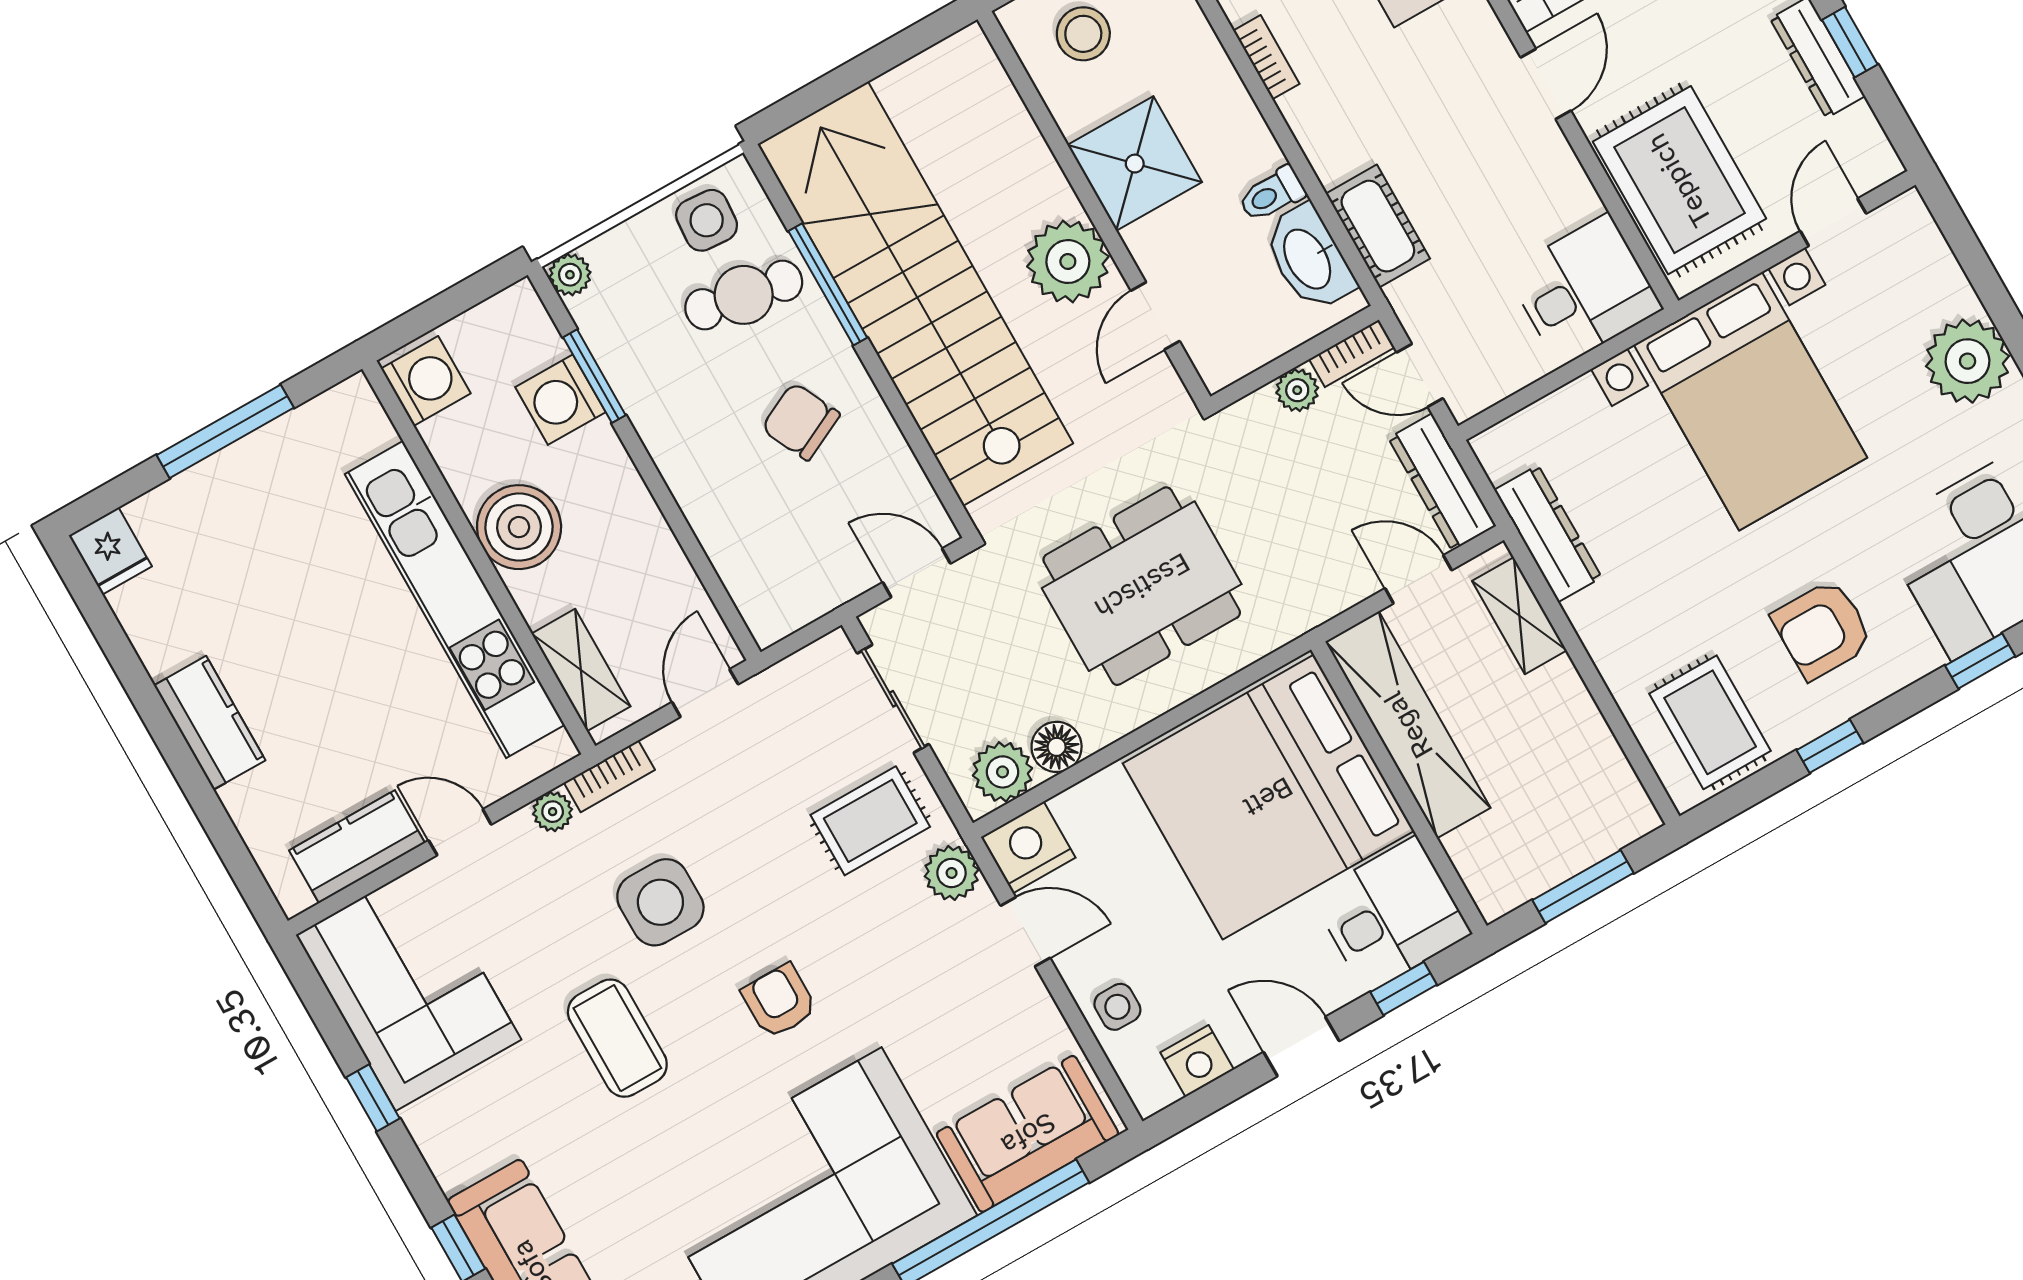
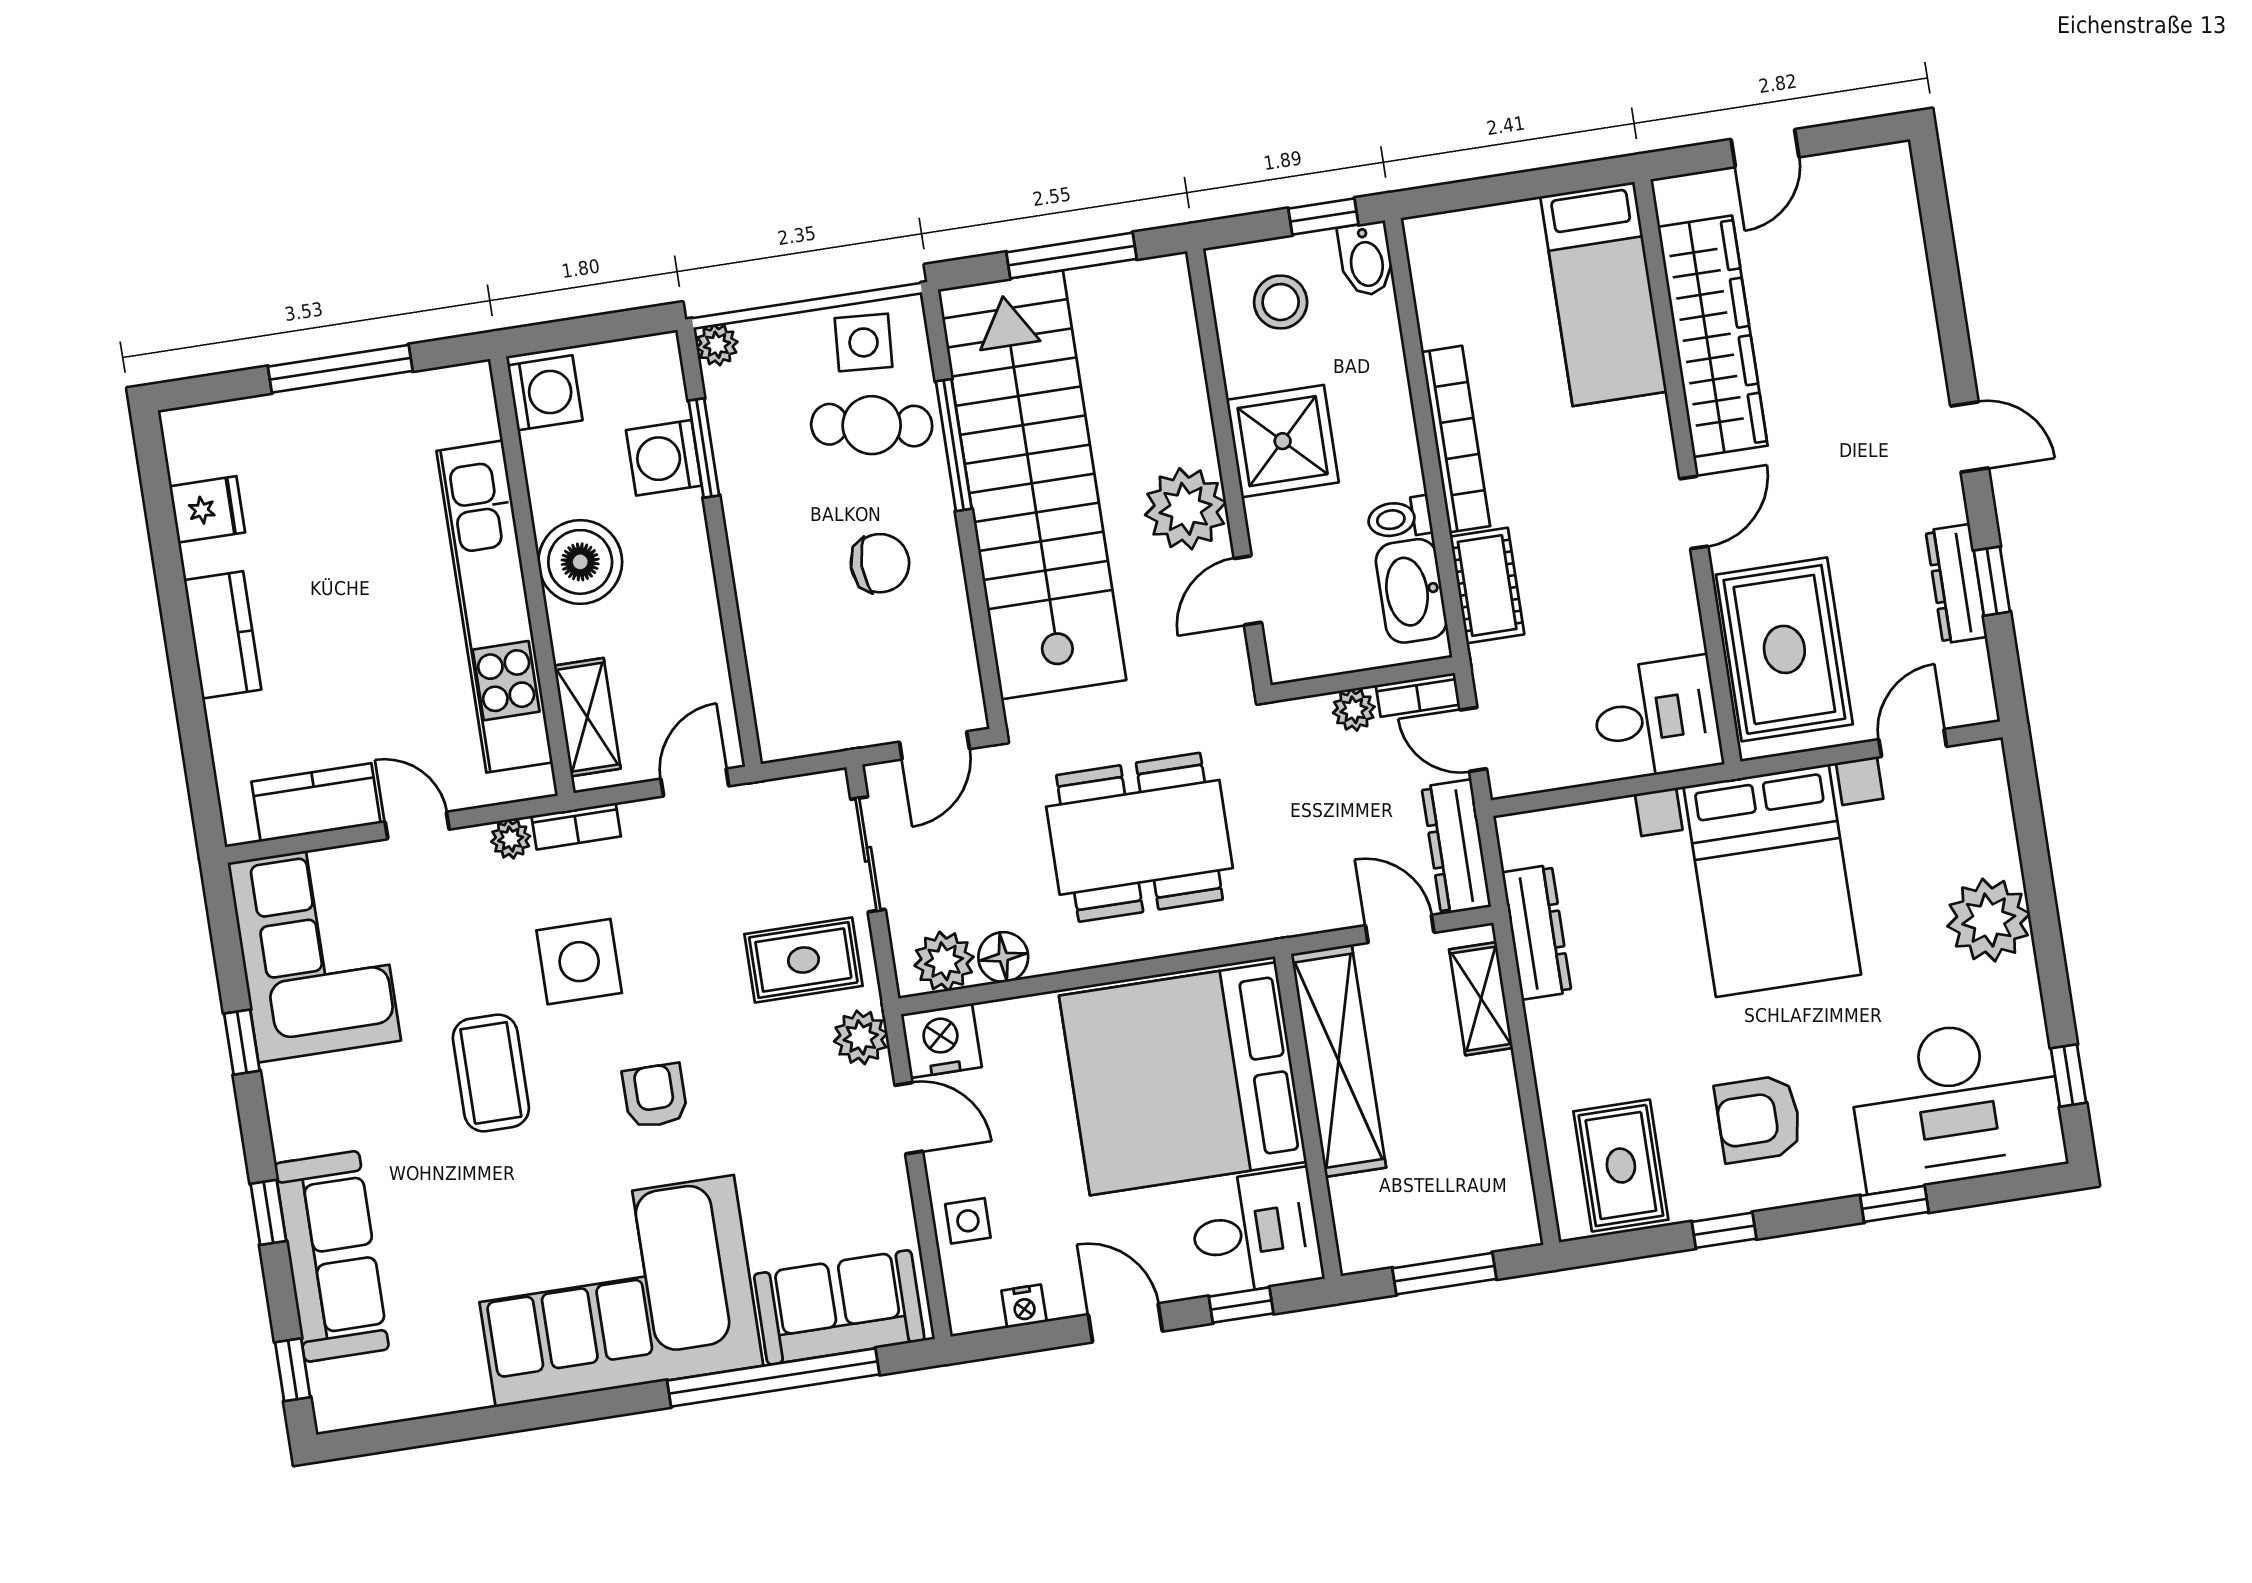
bookcase: (1266, 57) -> (1456, 439), width x2.31, depth x1.31
window: (871, 65) -> (1071, 256), added
chair: (801, 421) -> (880, 563), turned 116
fridge: (110, 551) -> (207, 509), moved, turned -90
door: (917, 573) -> (934, 745), swing flipped
nightstand: (1197, 1061) -> (1024, 1306), width x0.72, depth x0.74

